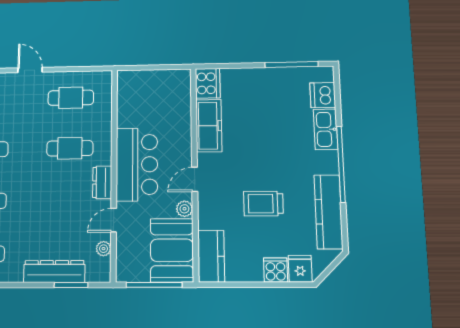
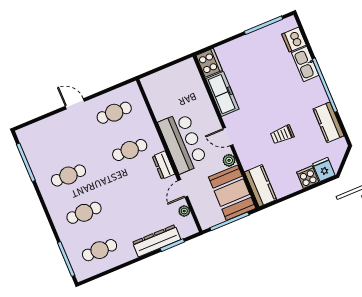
door: (195, 179) -> (228, 137), hinge flipped
trolley: (263, 204) -> (282, 135), width x0.73, depth x0.72
kitchen counter: (328, 212) -> (328, 122), width x0.67

